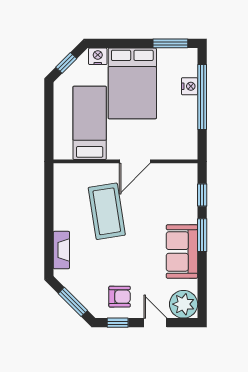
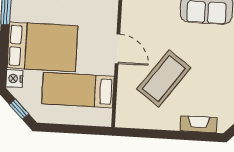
coffee table: (107, 211) -> (164, 79), turned -45

